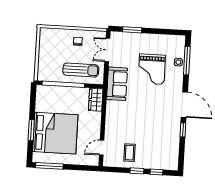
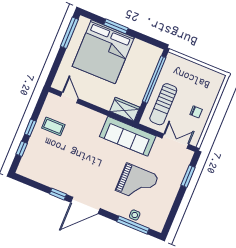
grand piano: (152, 69) -> (137, 183), turned 180
sofa: (117, 84) -> (128, 136), width x1.36

